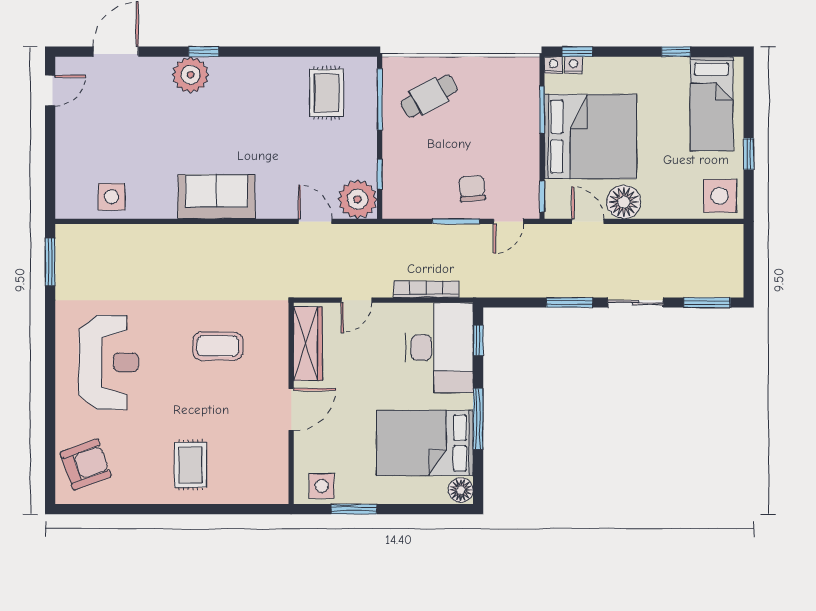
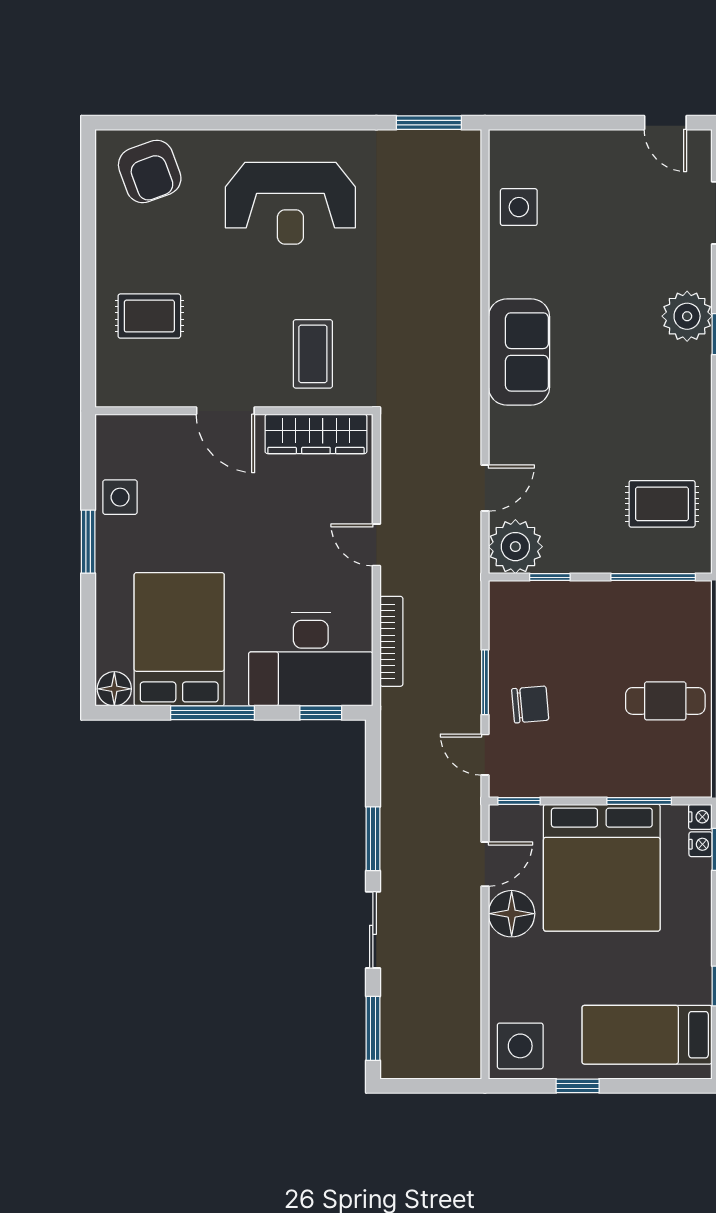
cafe table: (429, 96) -> (665, 701), moved, turned -60
wardrobe: (308, 344) -> (316, 434), moved
wall: (291, 403) -> (234, 411), moved
door: (291, 409) -> (225, 411), moved

